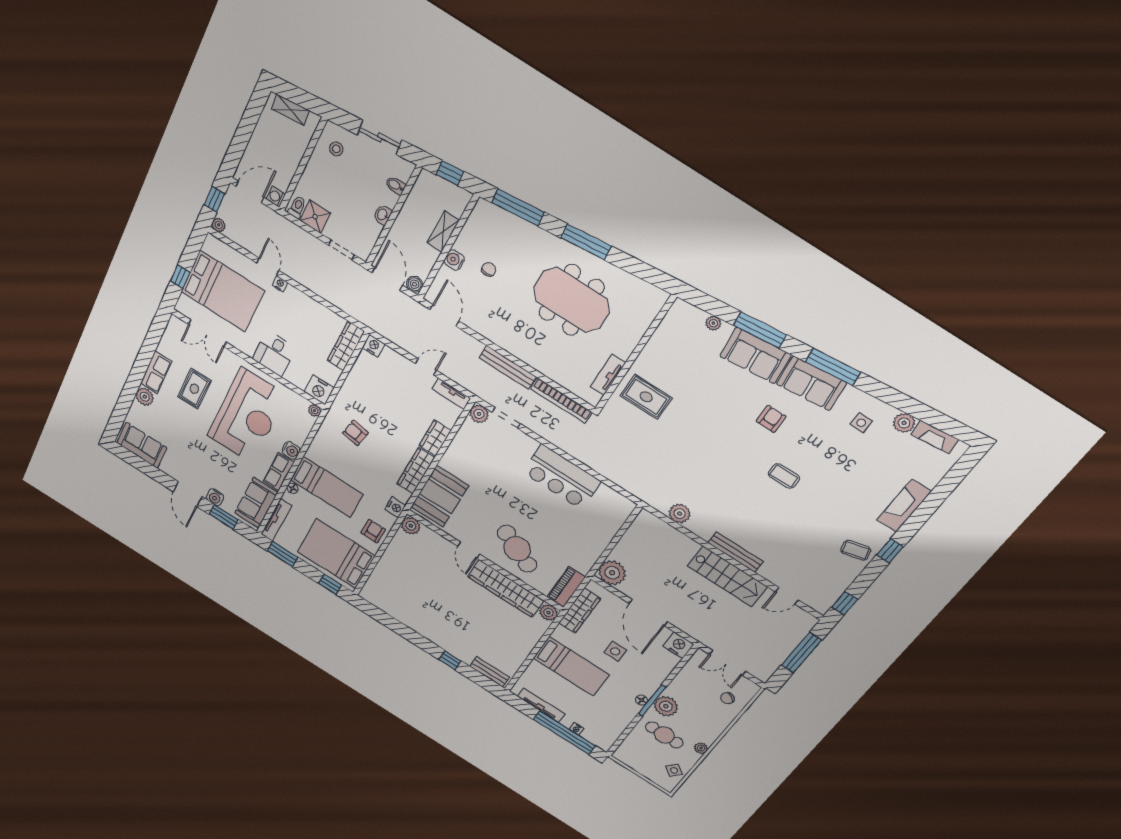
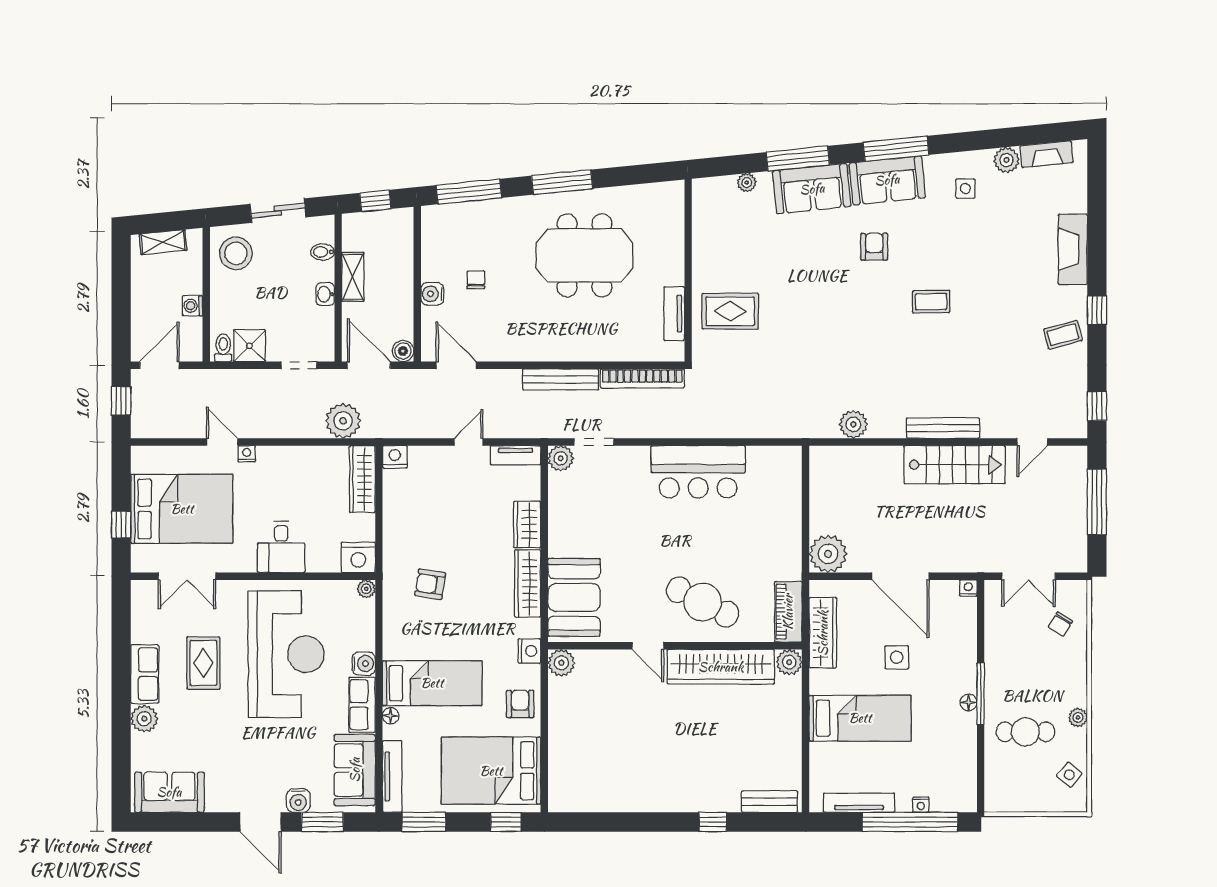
stool: (336, 149) -> (236, 253), width x1.89, depth x1.89
washing machine: (276, 197) -> (193, 306), moved
plant: (219, 225) -> (343, 421), moved, width x1.87, depth x1.87
shelving: (443, 231) -> (353, 277), moved
nightstand: (678, 645) -> (968, 588), width x0.53, depth x0.56
plant: (666, 706) -> (1001, 689), removed

